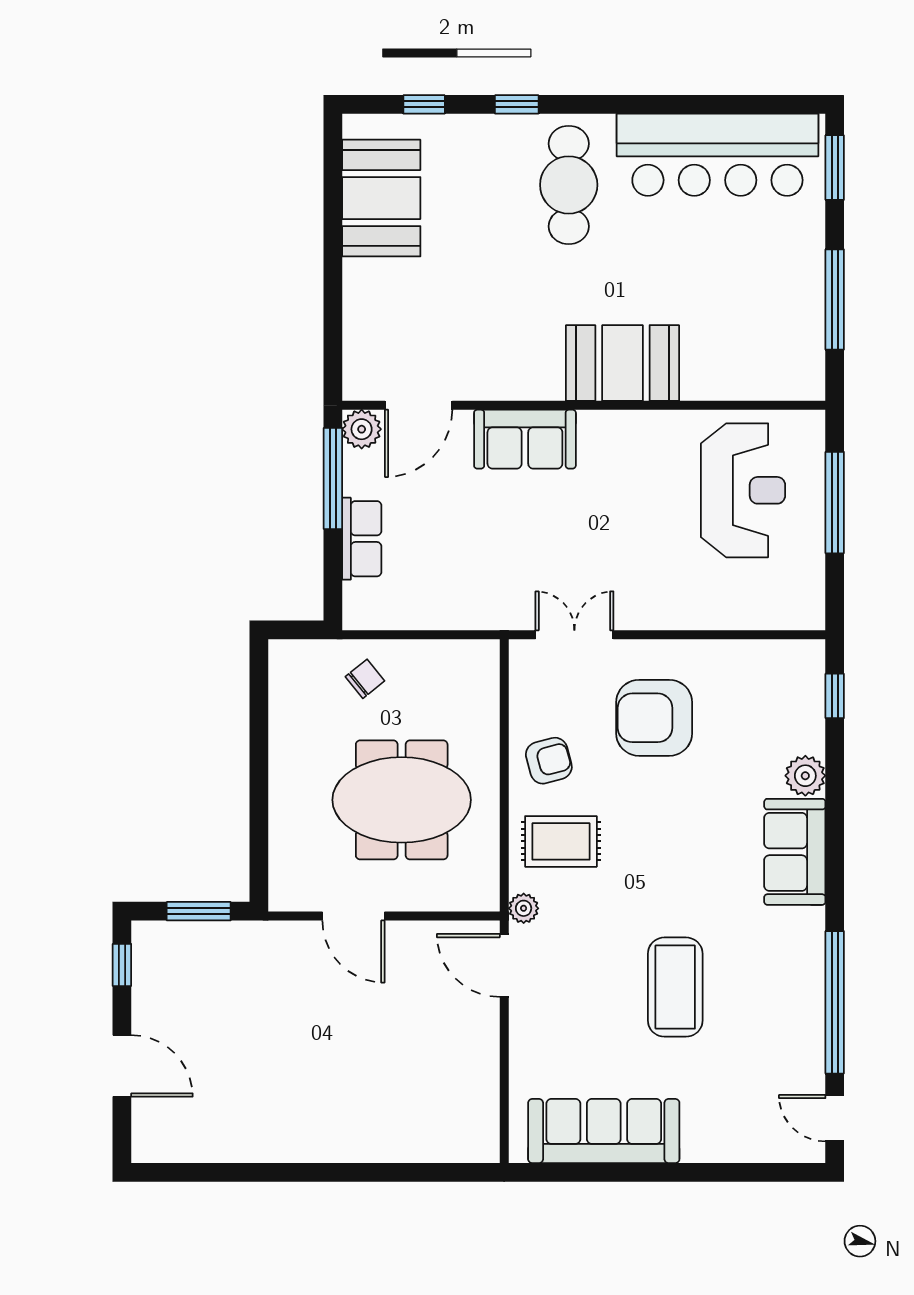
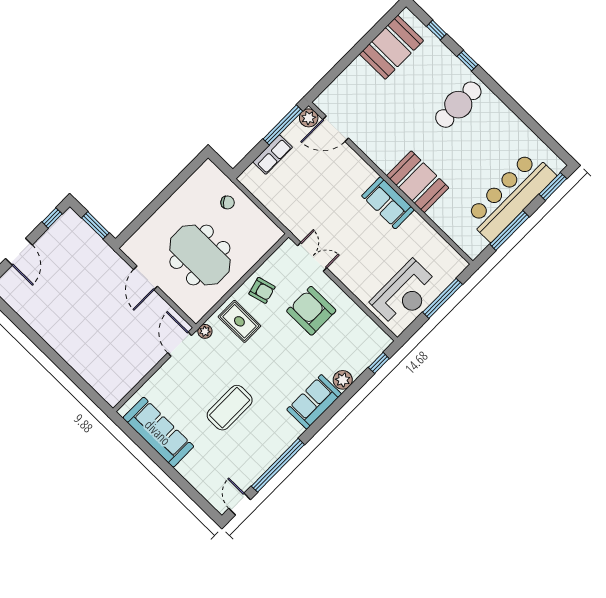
bar counter: (717, 155) -> (510, 196), moved, turned 90
sofa: (525, 439) -> (388, 203), moved
reception desk: (743, 490) -> (405, 294), moved

